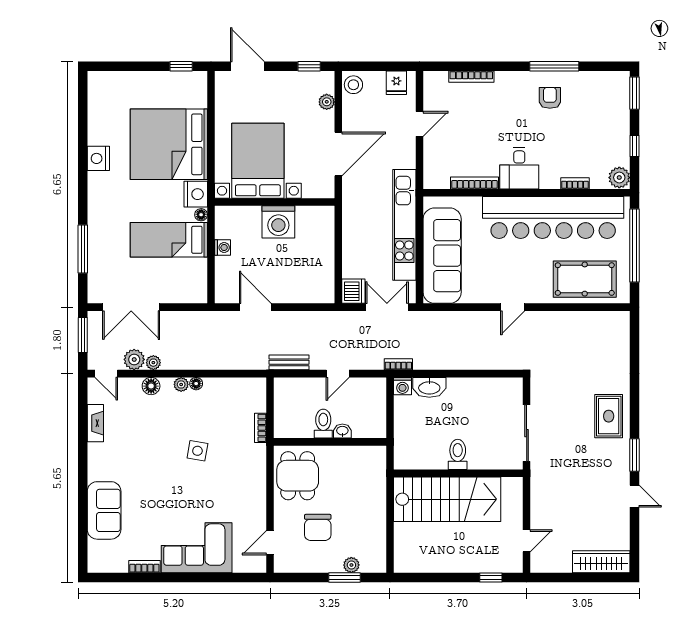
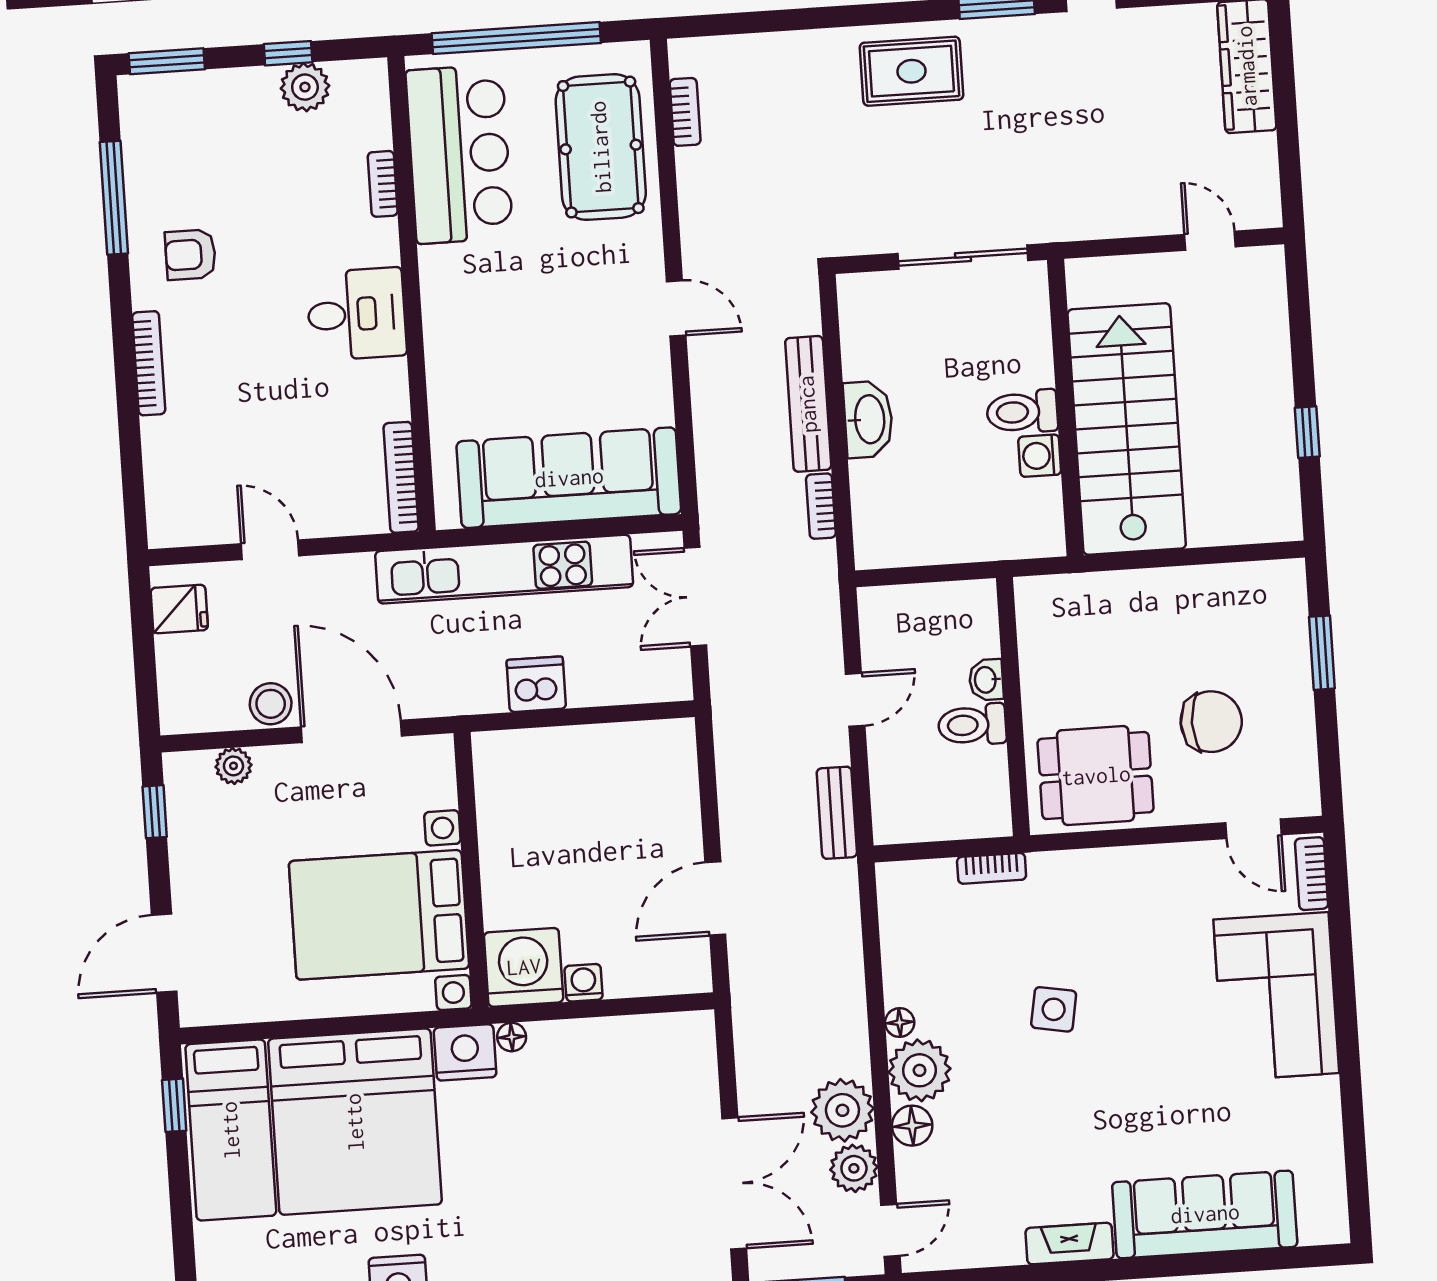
window: (554, 66) -> (114, 198), moved
bookcase: (471, 77) -> (149, 363), moved
stool: (353, 85) -> (271, 704), moved
plant: (619, 178) -> (305, 87), moved
bookcase: (475, 183) -> (401, 477), moved
bar counter: (553, 217) -> (459, 154), width x0.54
washing machine: (278, 222) -> (524, 967), moved, turned -90
bed: (169, 240) -> (231, 1130), moved
dishwasher: (353, 291) -> (536, 684), moved
bookcase: (598, 317) -> (685, 112), added
bench: (467, 362) -> (808, 404), added
plant: (153, 363) -> (842, 1110), width x1.88, depth x1.88
bookcase: (398, 364) -> (821, 506), moved
door: (338, 374) -> (855, 700), hinge flipped
plant: (181, 384) -> (920, 1070), width x1.87, depth x1.87
washing machine: (402, 386) -> (1040, 456), moved, turned 180
washbasin: (429, 387) -> (868, 419), moved
fireplace: (95, 423) -> (1069, 1244), moved
sofa: (104, 510) -> (1205, 1214), width x1.36
plant: (351, 565) -> (1292, 639), removed
bookcase: (144, 567) -> (1312, 874), moved
window: (491, 577) -> (1307, 432), moved

